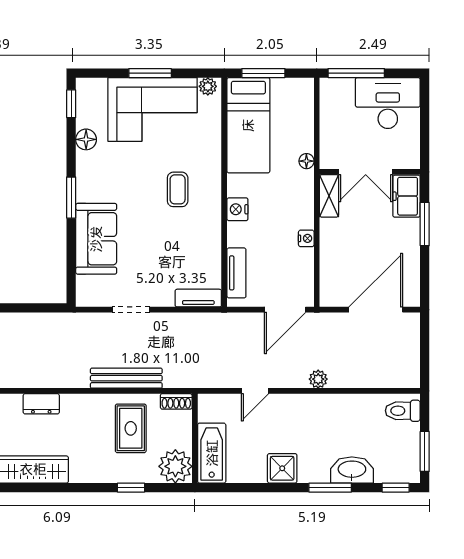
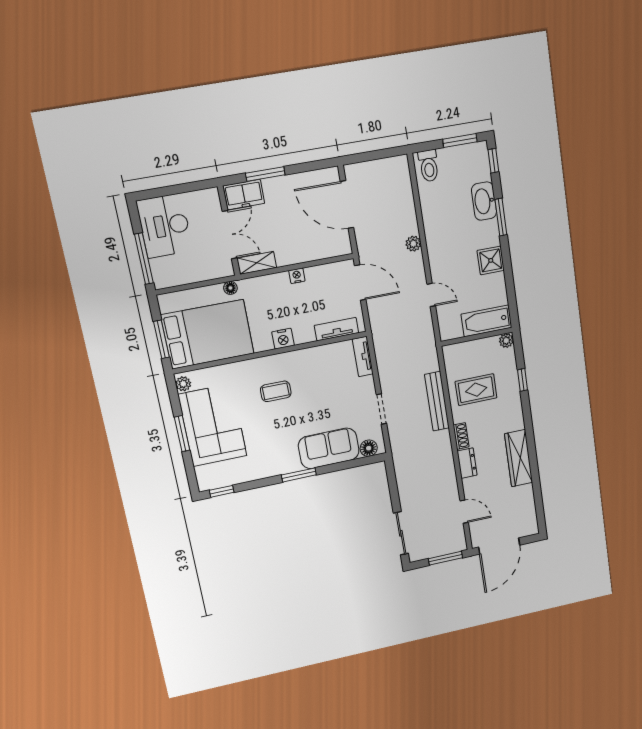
bed: (248, 125) -> (208, 334), width x1.50
floor lamp: (86, 139) -> (369, 448), moved
shoe rack: (176, 401) -> (461, 436), moved
plant: (175, 466) -> (506, 341), width x0.53, depth x0.53

